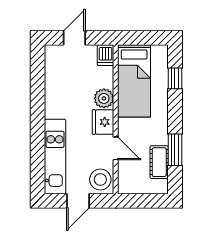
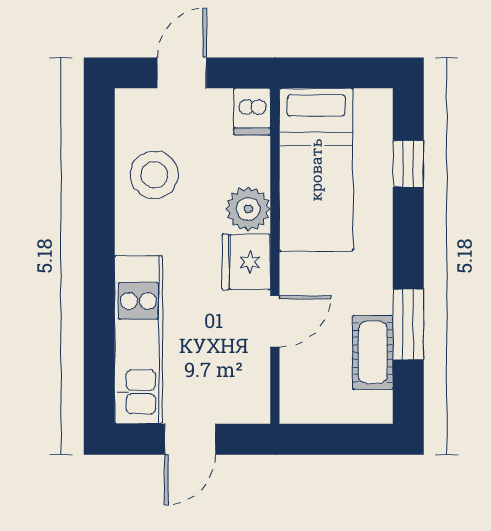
door: (116, 148) -> (275, 321), hinge flipped
stool: (100, 180) -> (154, 175), moved

